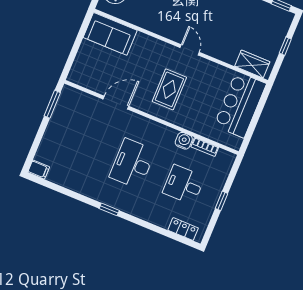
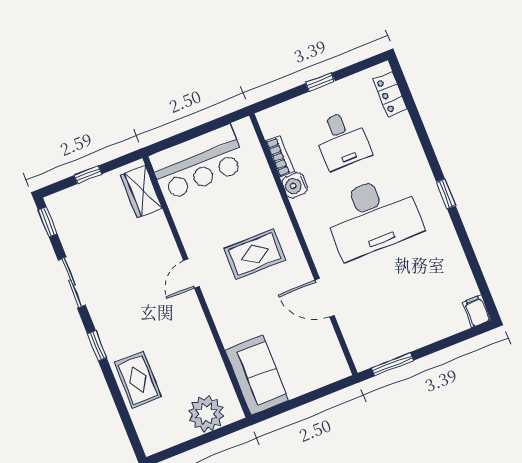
desk: (132, 164) -> (373, 217), width x1.36, depth x1.30

